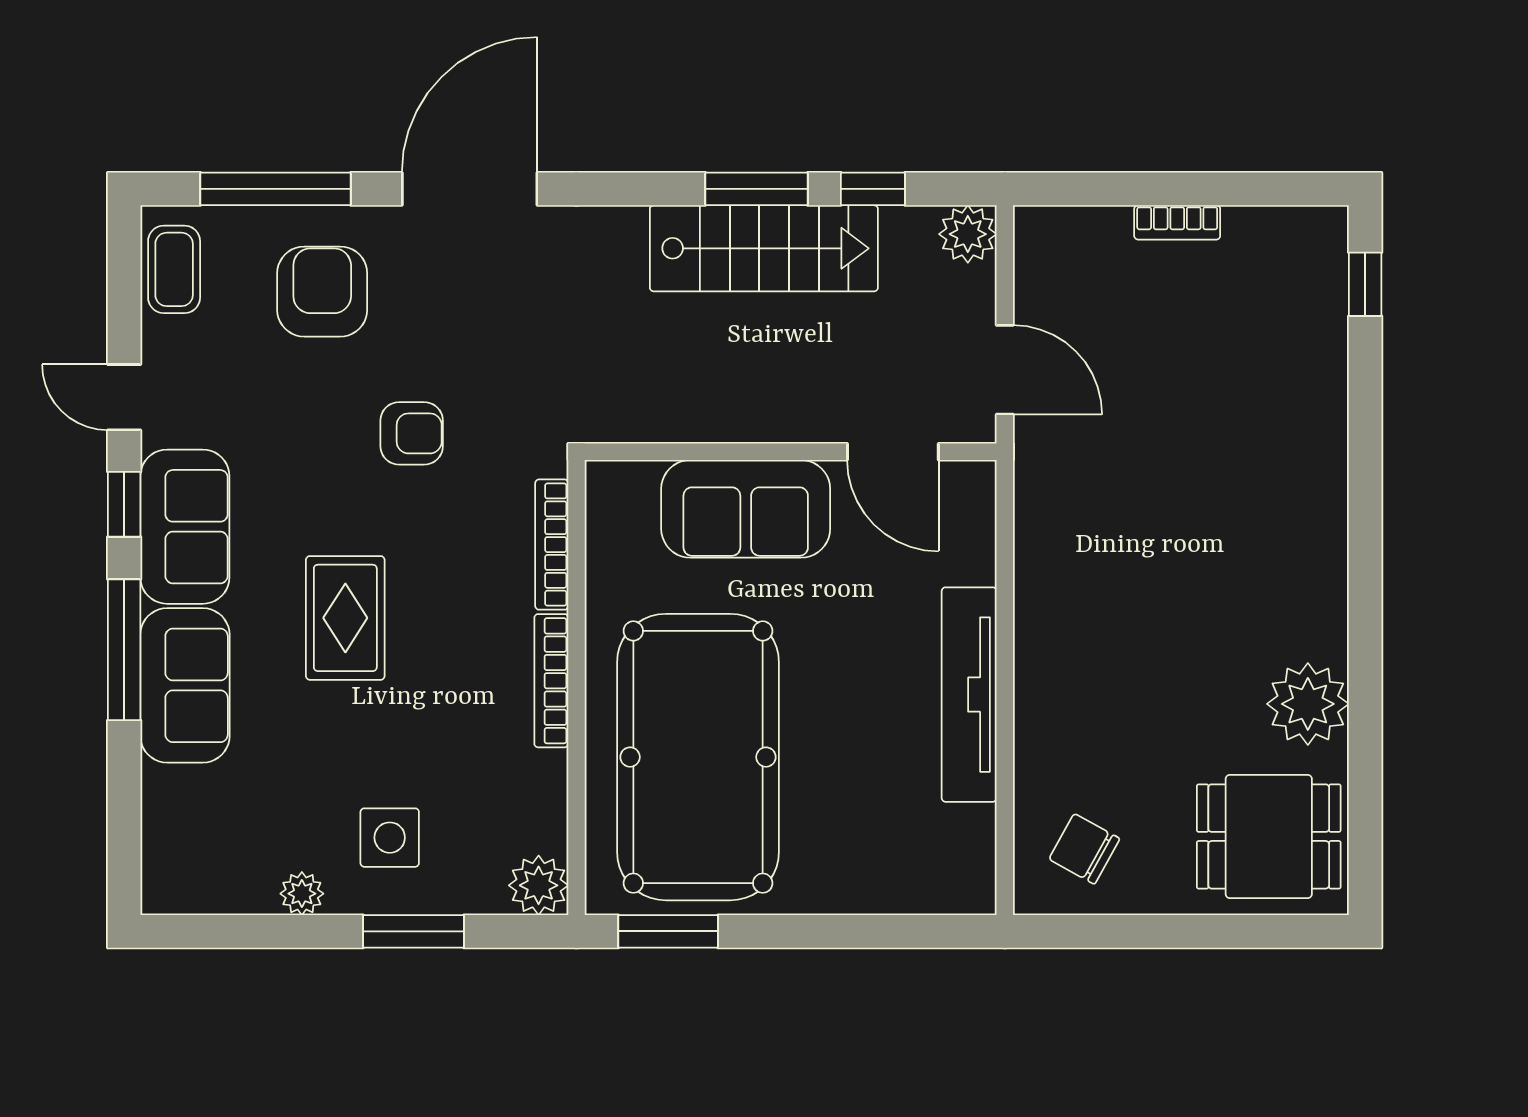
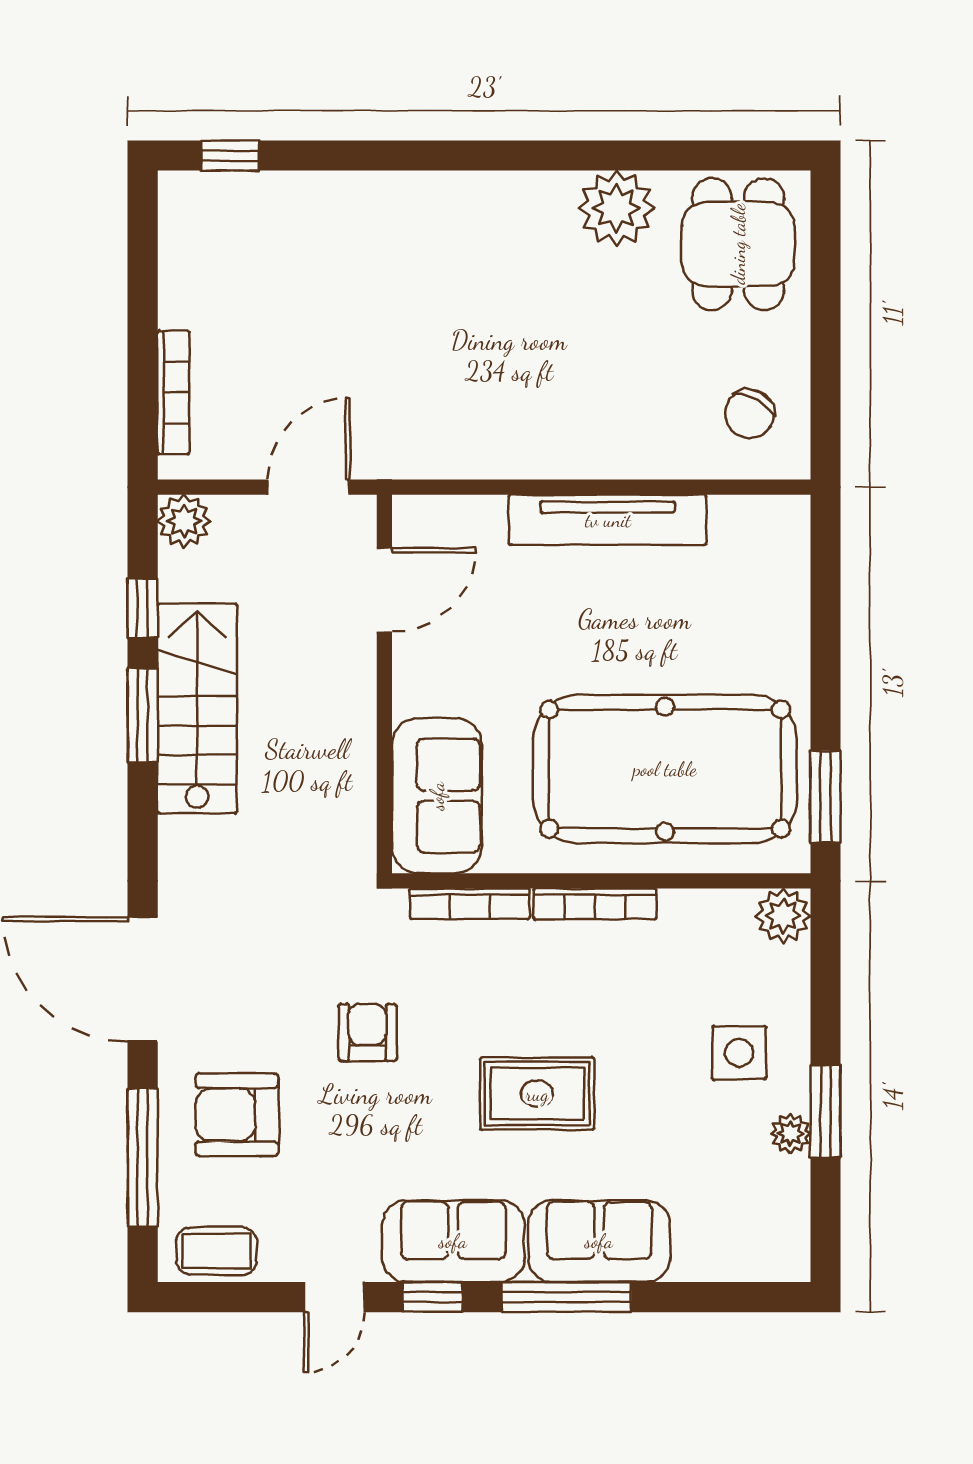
bookcase: (1177, 222) -> (173, 392), moved, width x1.56
sofa: (746, 509) -> (437, 796), moved
window: (414, 931) -> (825, 1111), moved

